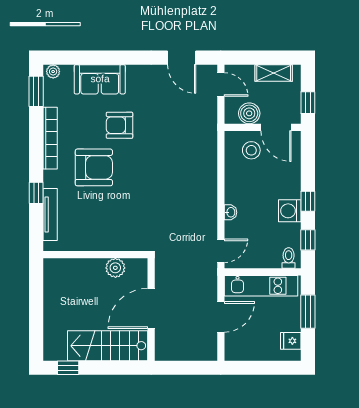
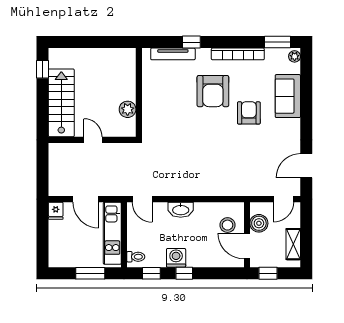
door: (276, 127) -> (247, 246), hinge flipped
washbasin: (230, 212) -> (181, 210), width x1.91, depth x1.45
door: (151, 308) -> (93, 140), width x0.53
fridge: (291, 341) -> (56, 211), moved, turned 180

